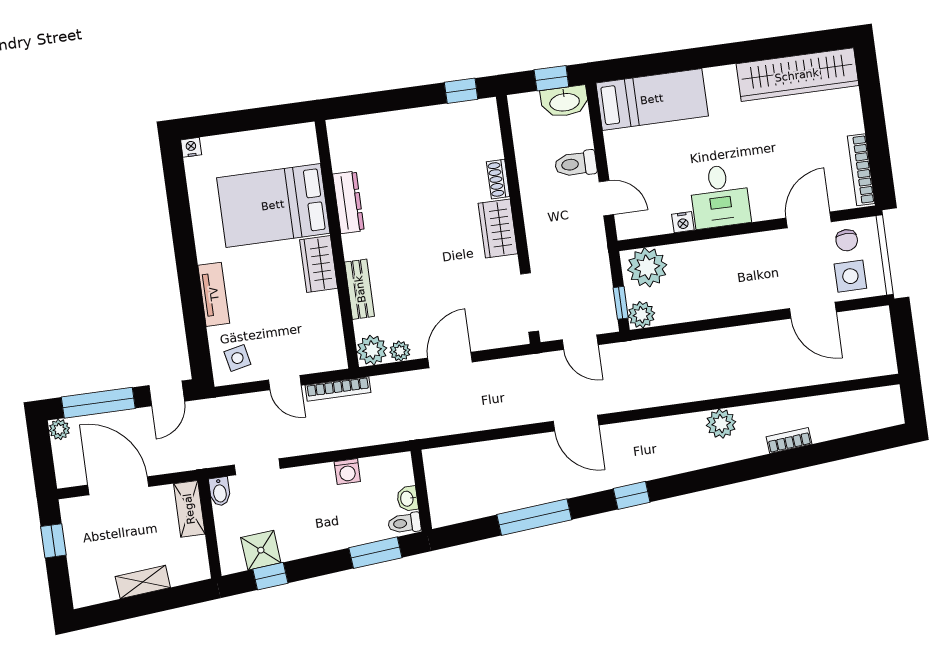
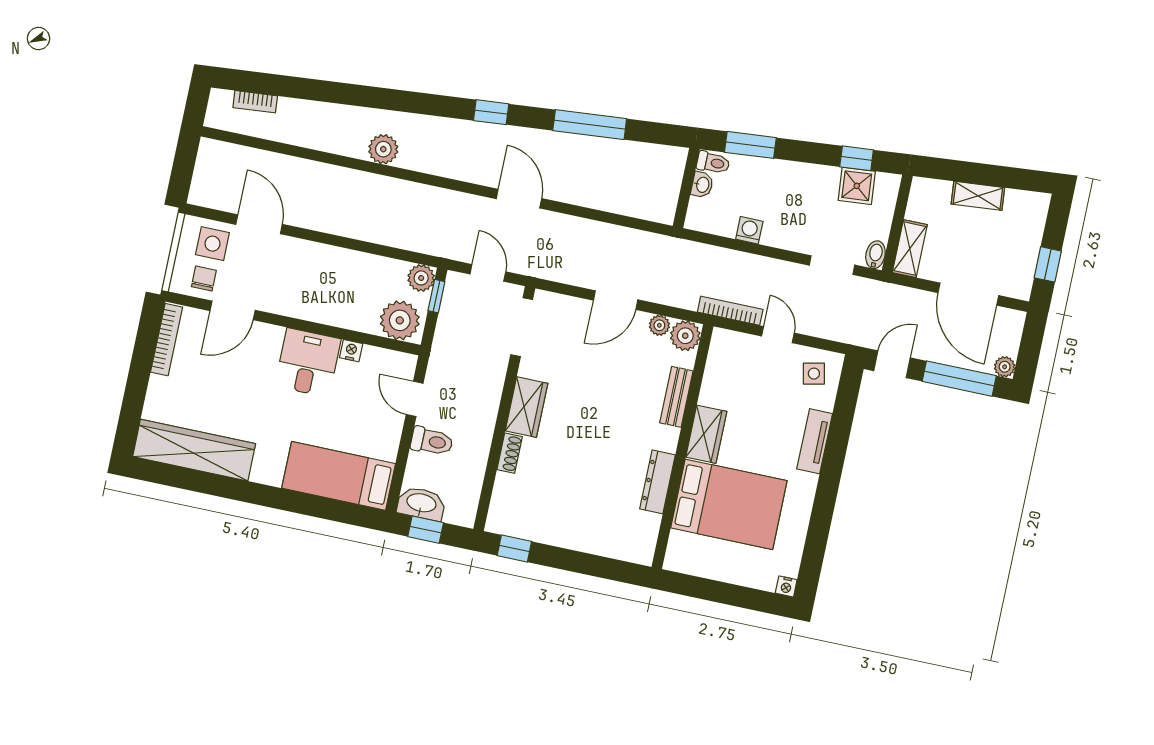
bookcase: (789, 440) -> (255, 102), moved

